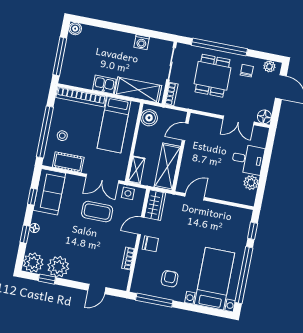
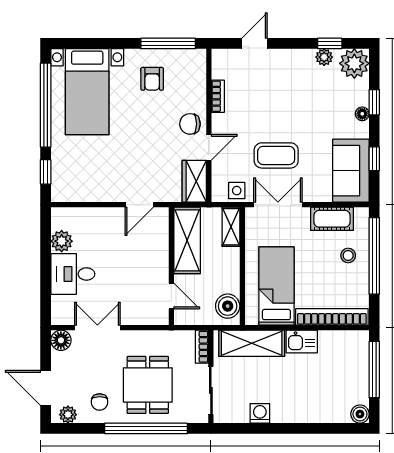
door: (185, 132) -> (171, 296), hinge flipped
plant: (58, 267) -> (324, 57), width x0.53, depth x0.53

